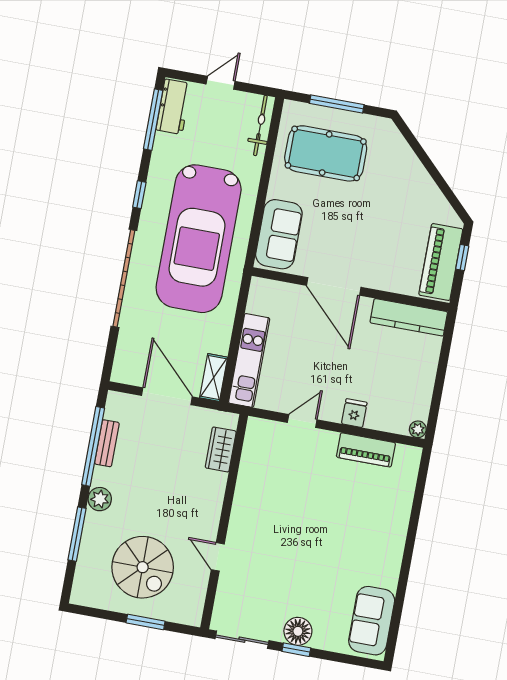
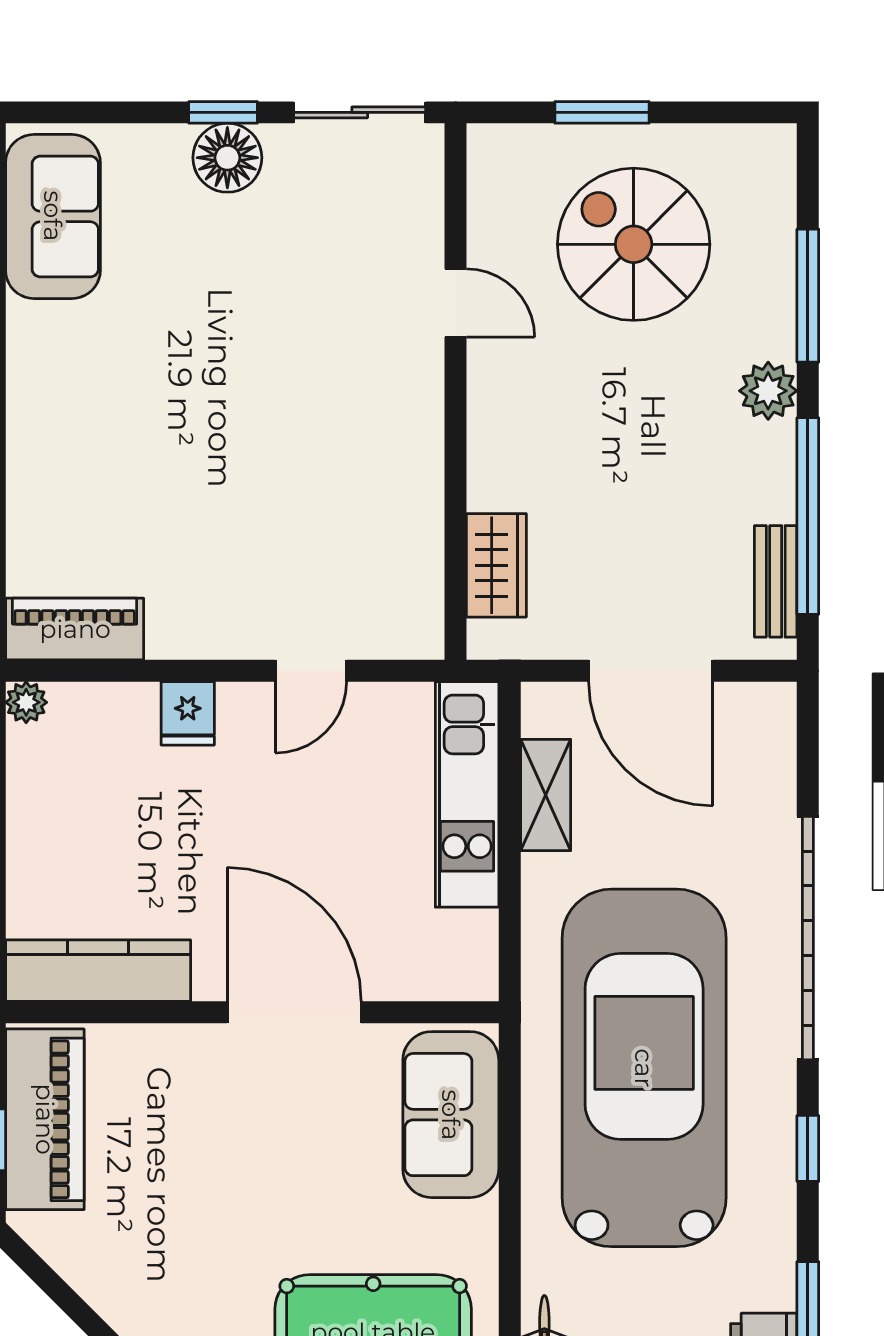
shelving: (214, 377) -> (546, 795), moved
bench: (107, 443) -> (776, 581), moved
piano: (366, 450) -> (75, 629), moved

